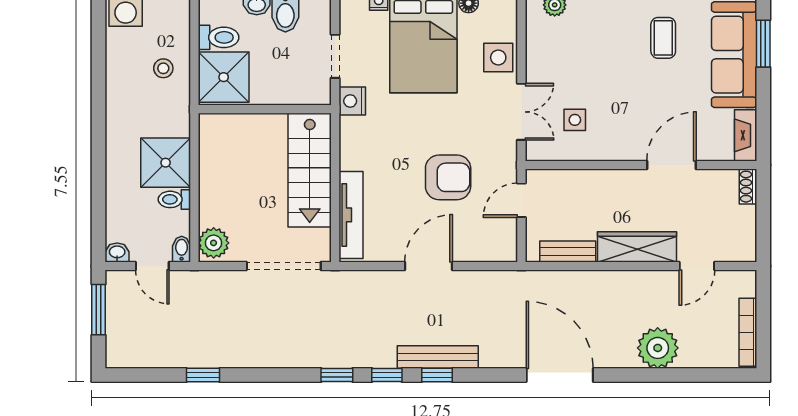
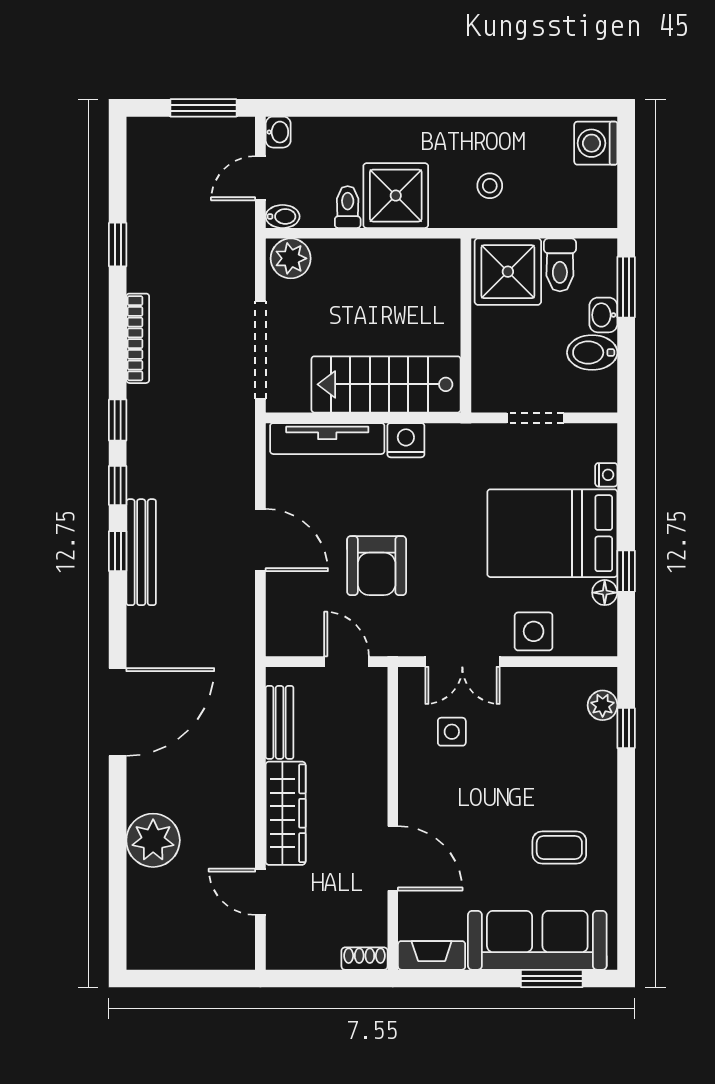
stool: (163, 68) -> (490, 186), moved
nightstand: (352, 101) -> (406, 440), moved
bookcase: (748, 332) -> (138, 338), moved, turned 90

